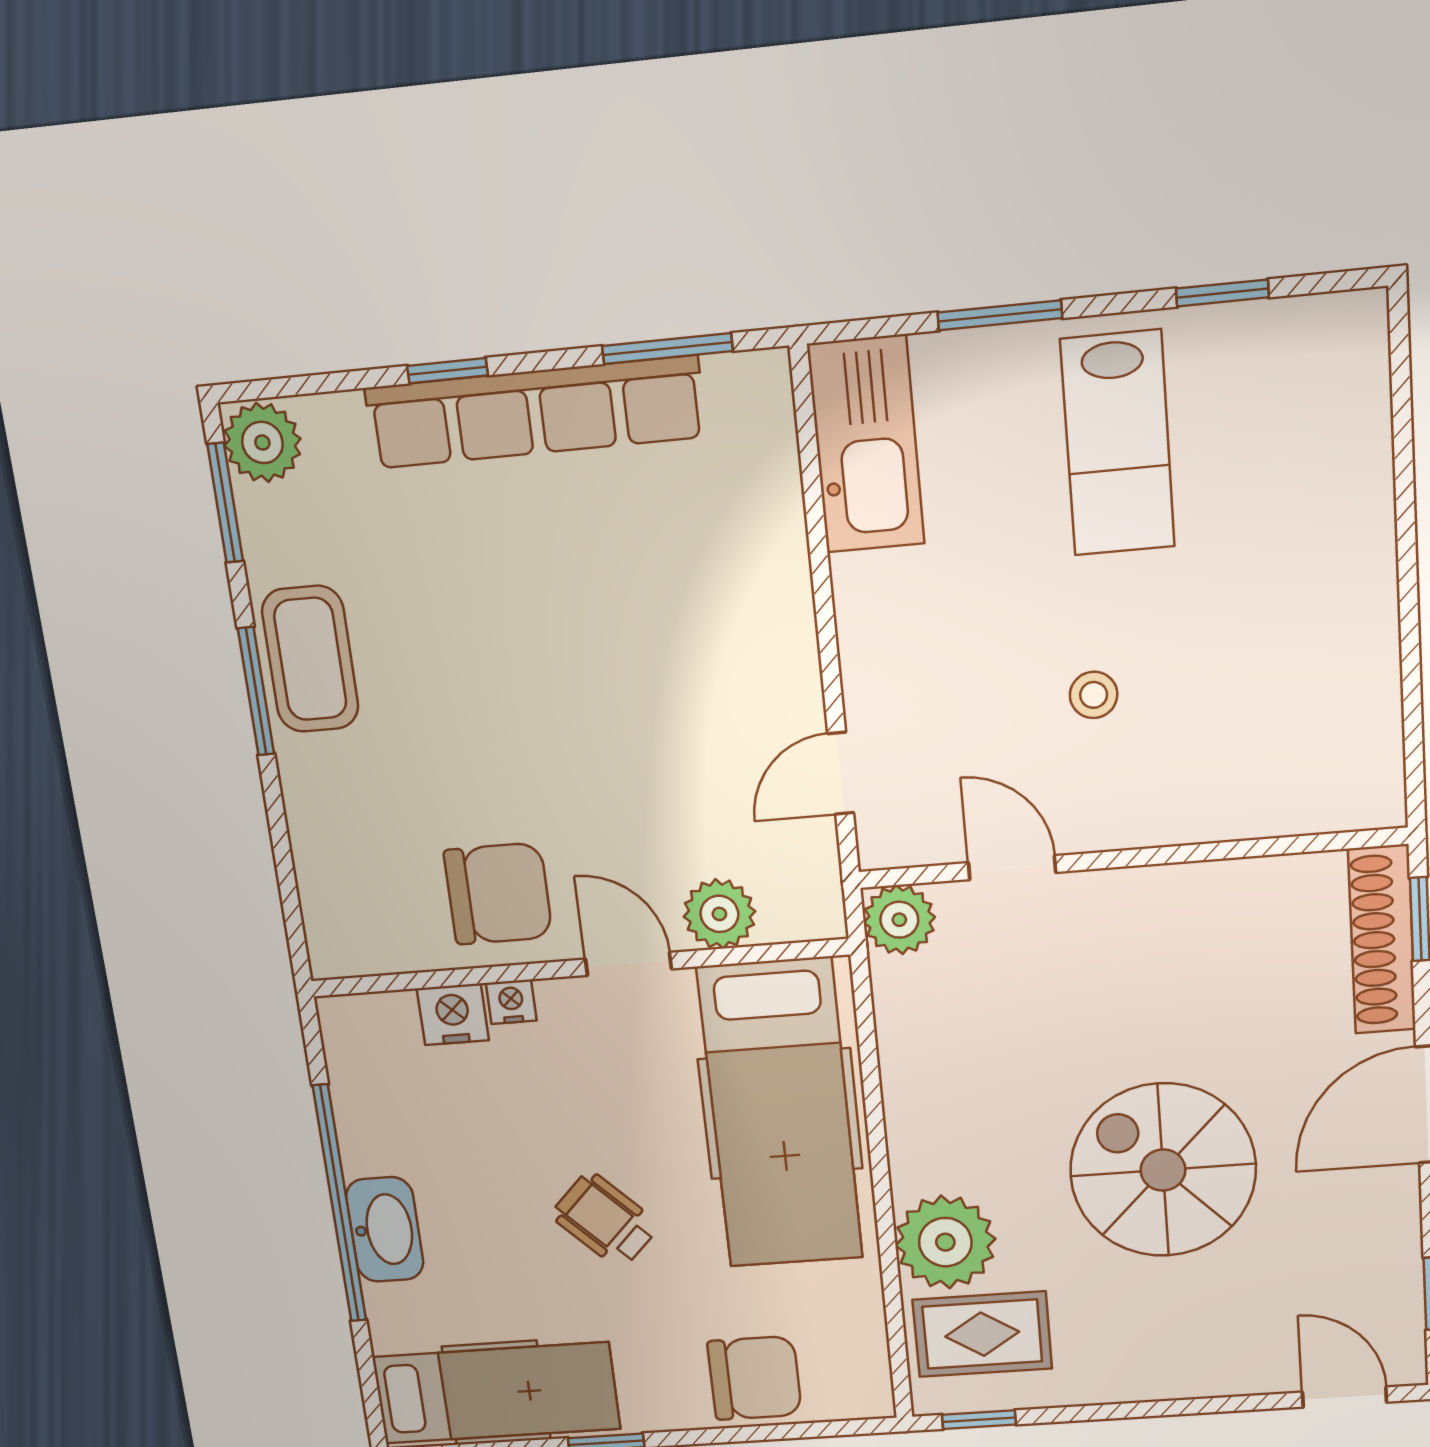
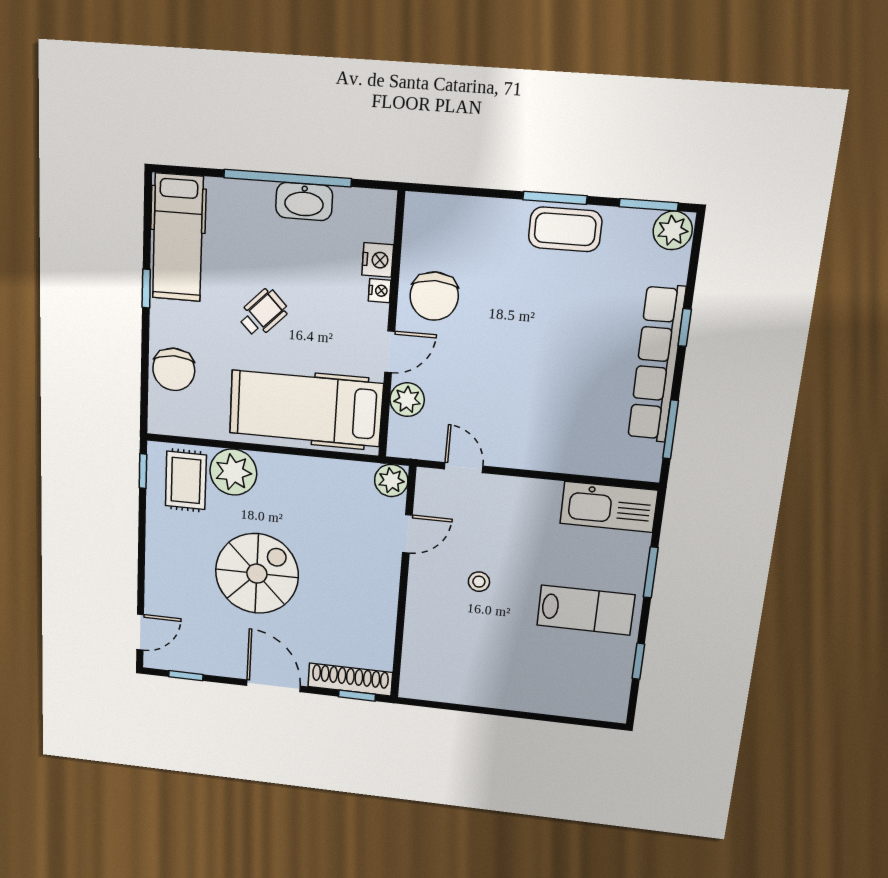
lab bench: (1118, 443) -> (586, 610), turned 180
washbasin: (385, 1230) -> (304, 201), moved

